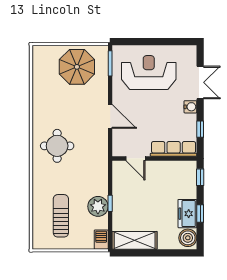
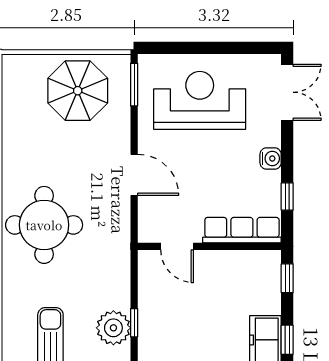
double door: (200, 82) -> (287, 92), moved
round table: (57, 146) -> (44, 225), width x1.36, depth x1.36

